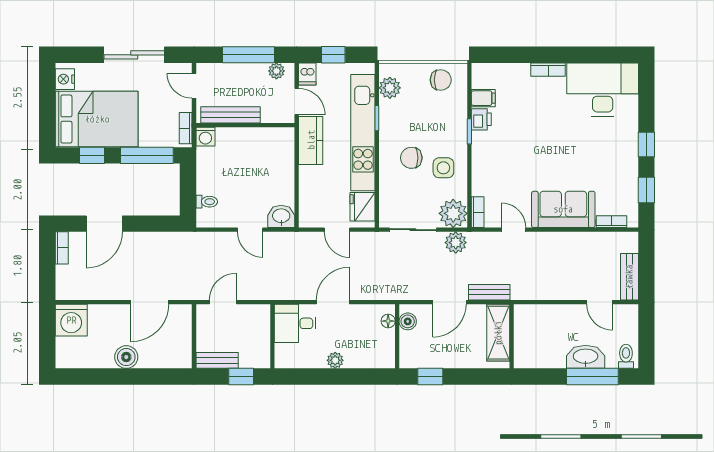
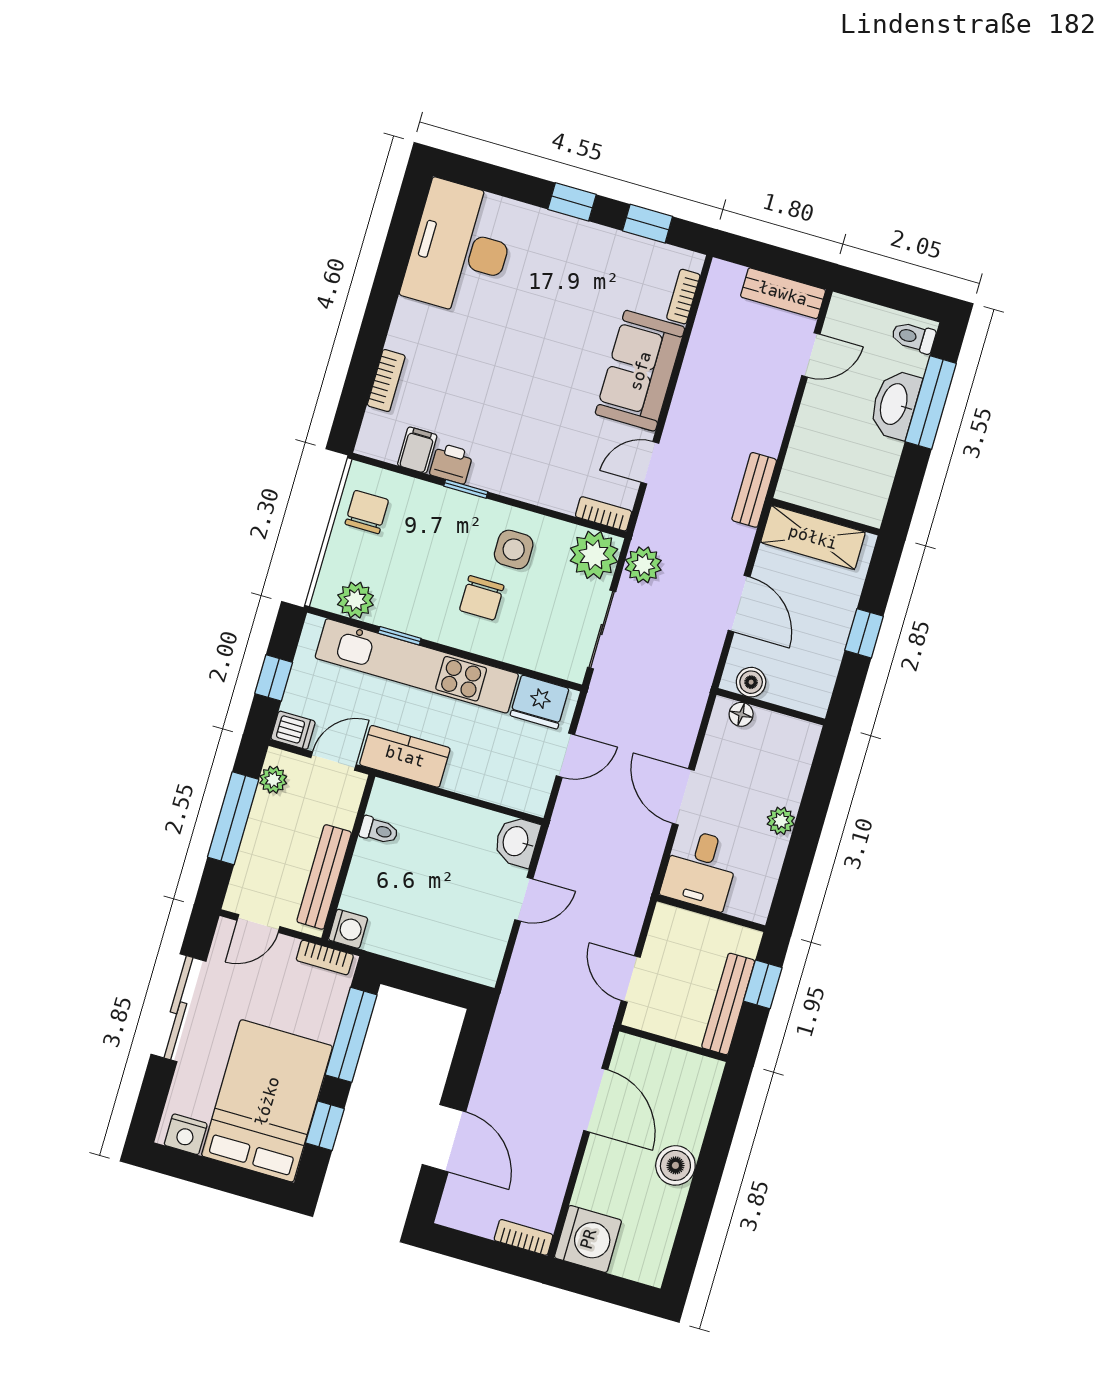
bookcase: (548, 70) -> (386, 381), moved
toilet: (207, 202) -> (379, 830), moved, turned 90
bookcase: (62, 248) -> (524, 1237), moved
bench: (489, 292) -> (754, 490), moved
bench: (217, 360) -> (728, 1004), width x1.36
window: (430, 377) -> (864, 633), moved

